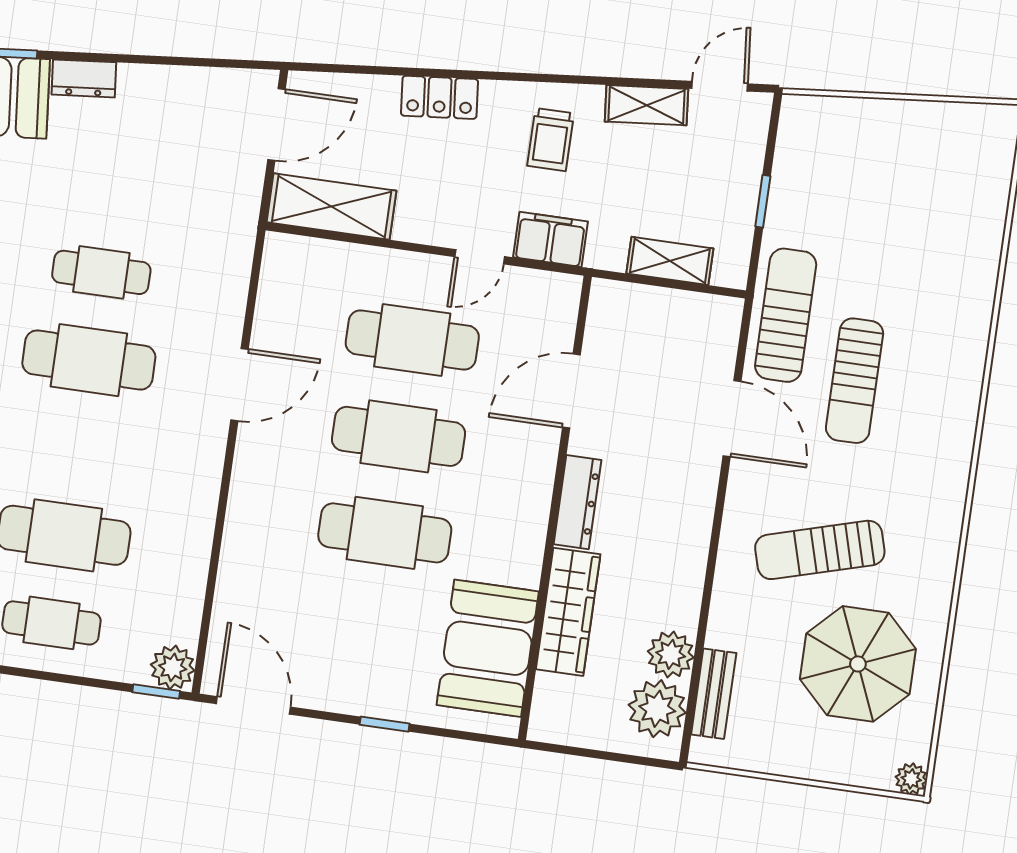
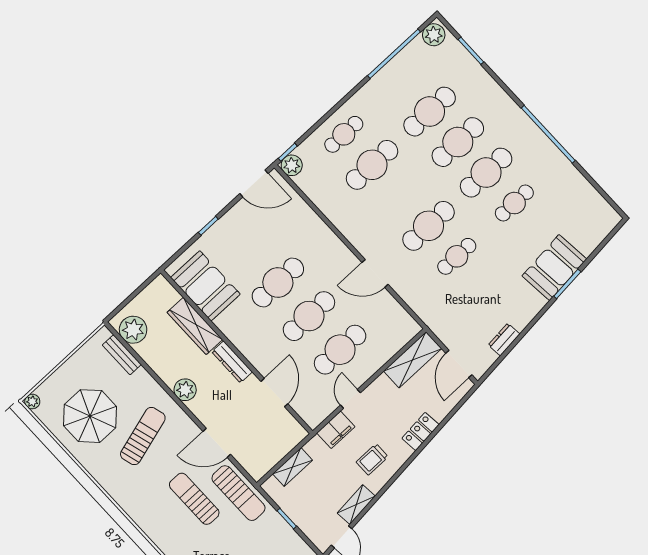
dresser: (84, 78) -> (504, 339), moved
trolley: (551, 140) -> (372, 459), turned -90
door: (239, 385) -> (375, 273), hinge flipped
plant: (671, 654) -> (185, 390), moved

